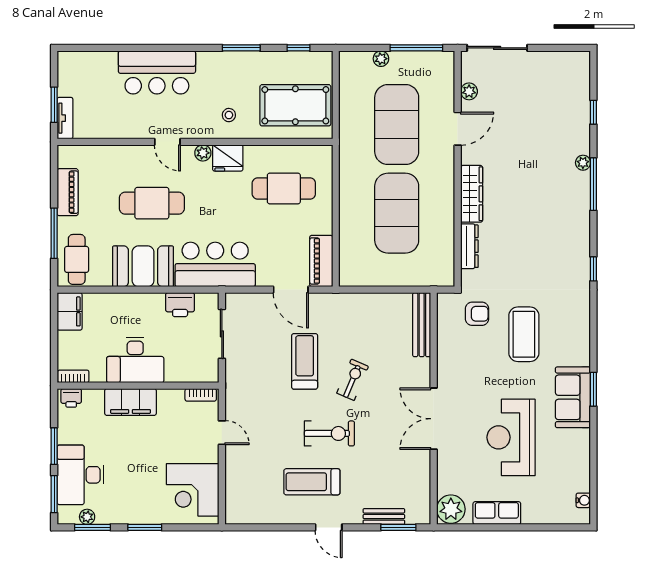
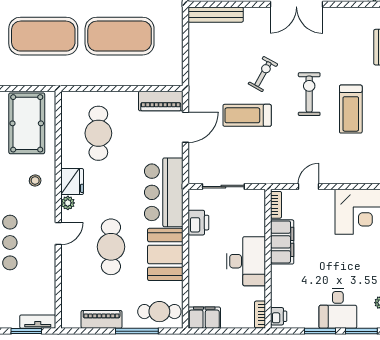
exercise bike: (353, 380) -> (263, 74), turned 96
filing cabinet: (130, 402) -> (282, 242), moved
desk: (80, 475) -> (338, 308), width x0.73

